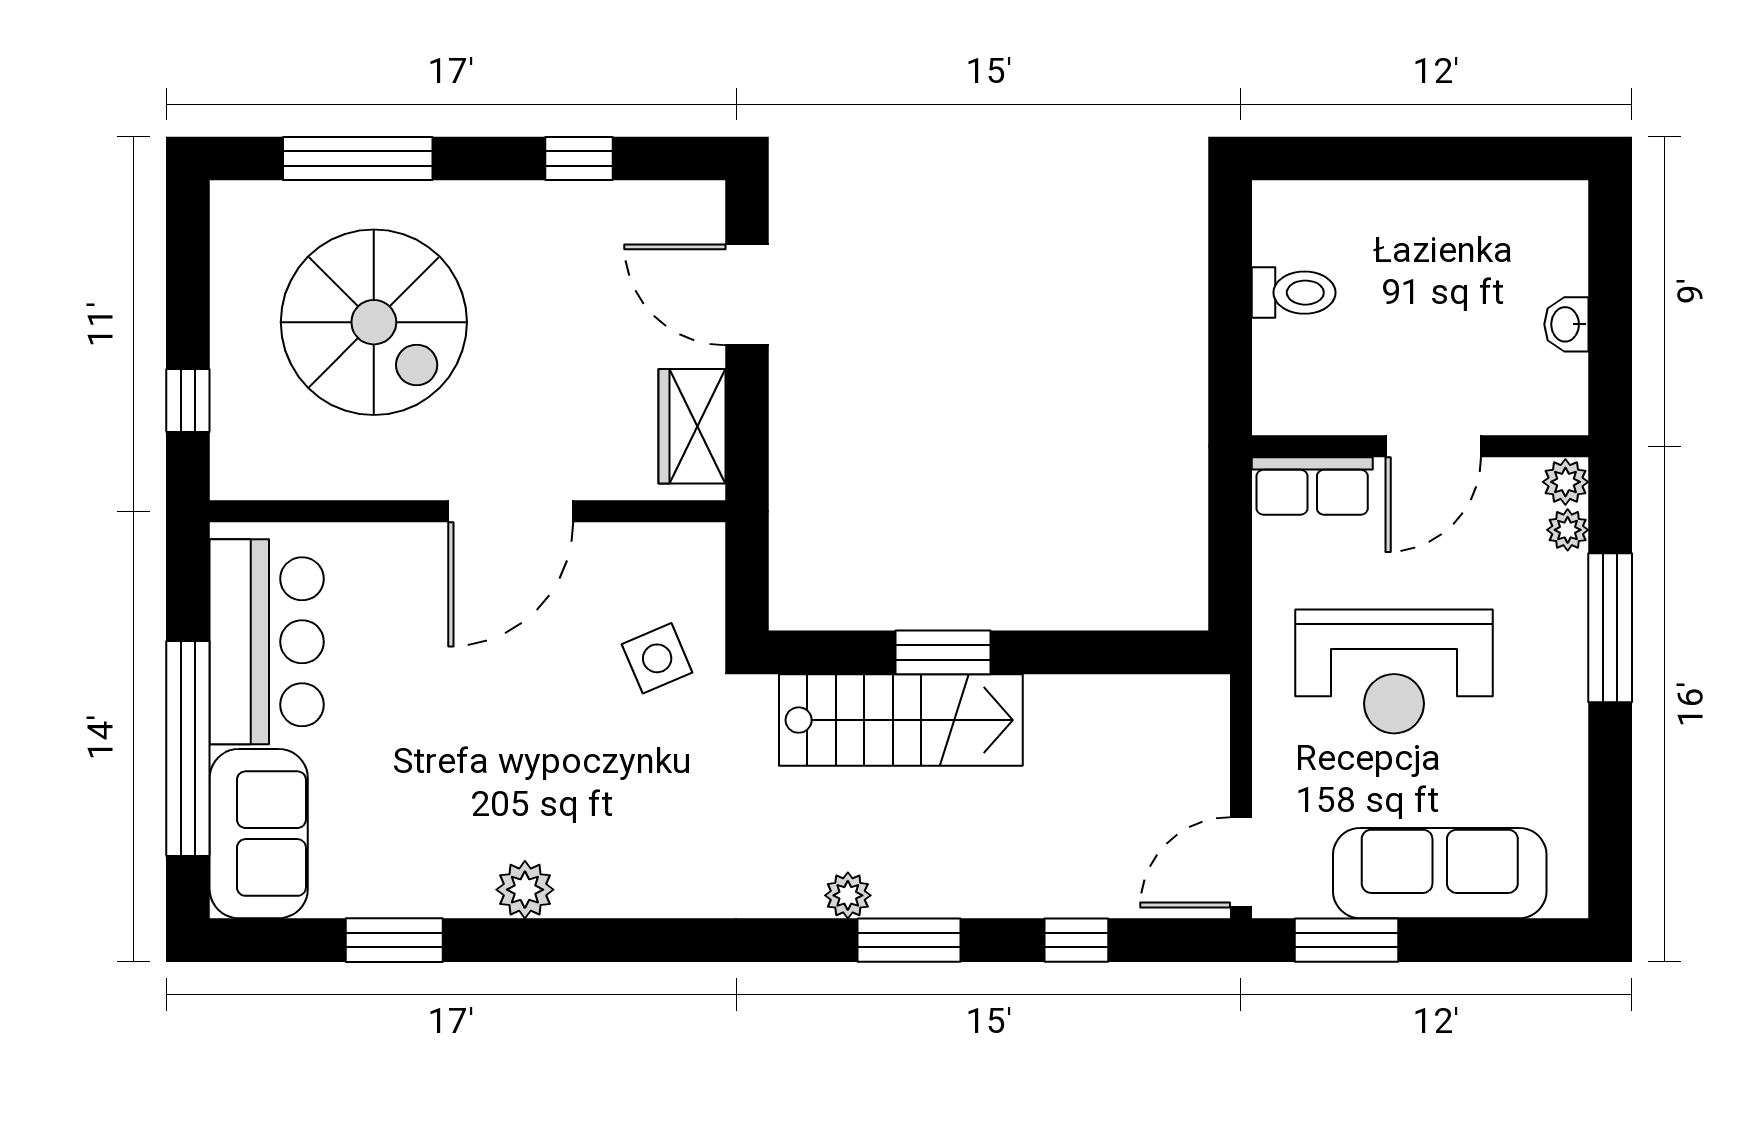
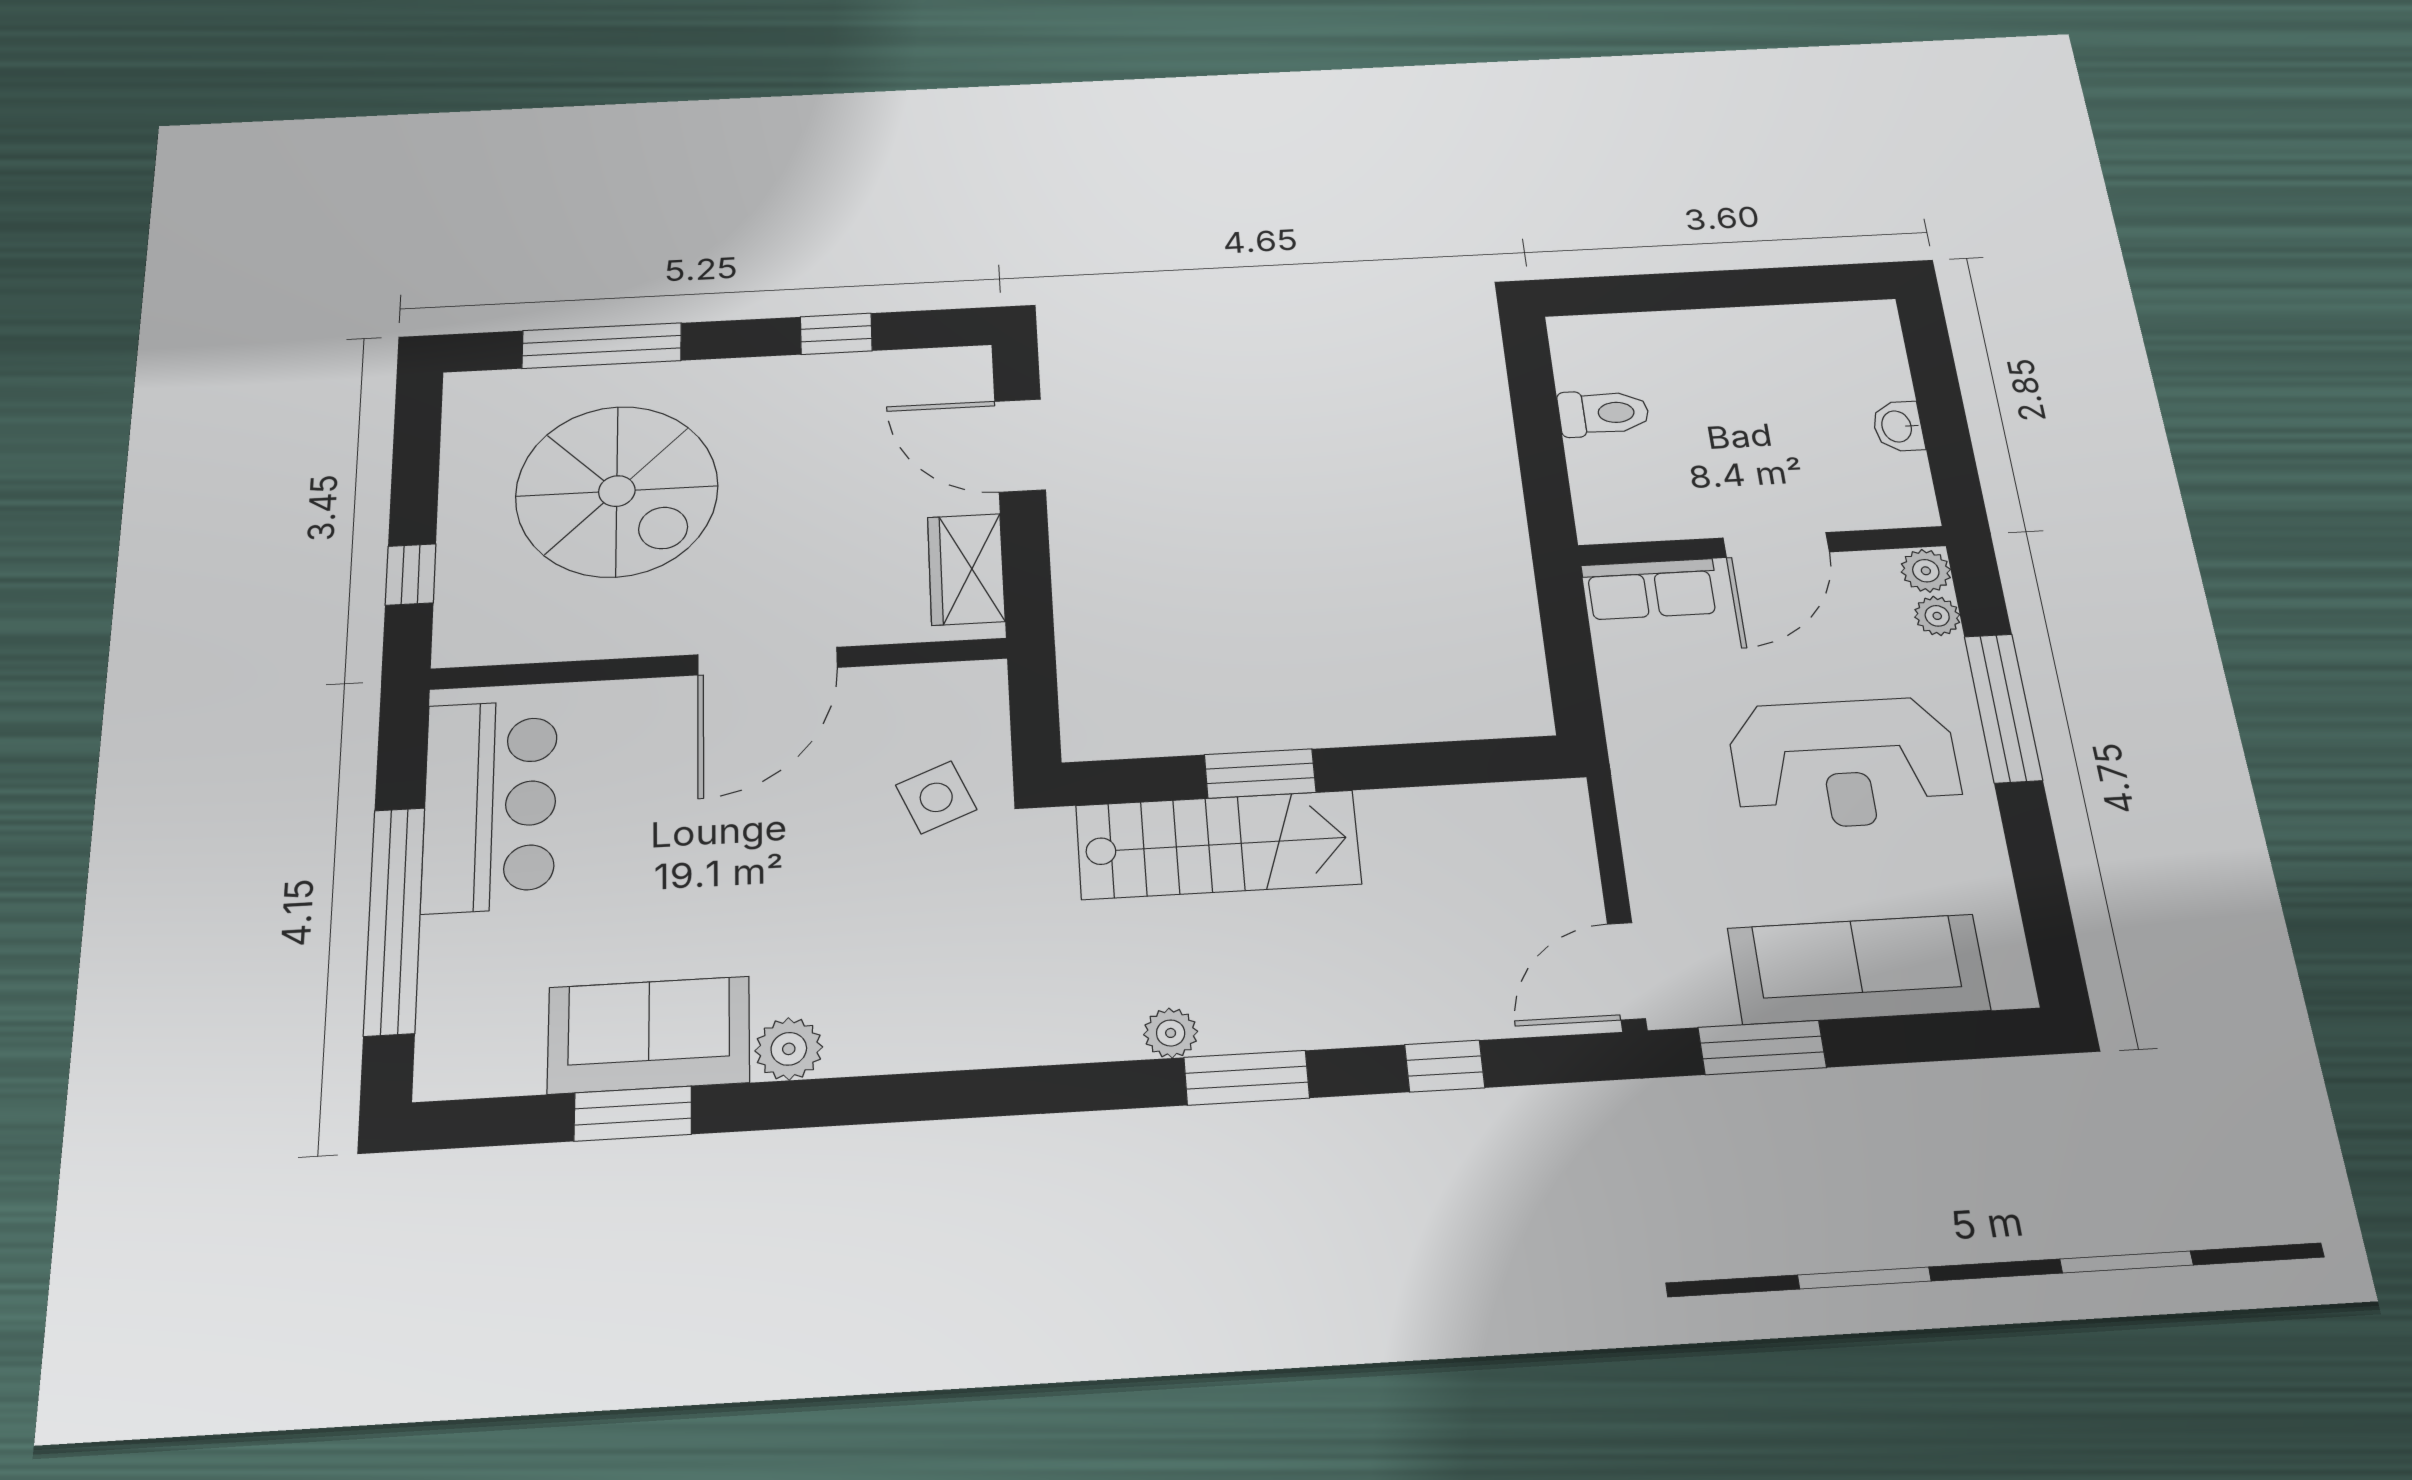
reception desk: (1394, 671) -> (1845, 763), moved
sofa: (259, 834) -> (649, 1035), moved, turned -90

